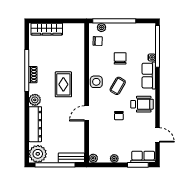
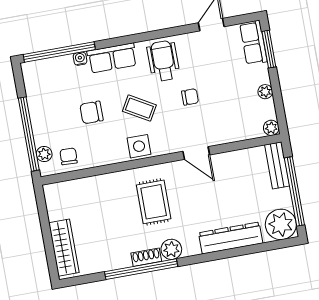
rug: (63, 84) -> (154, 202), turned 90
plant: (35, 100) -> (171, 249), moved

